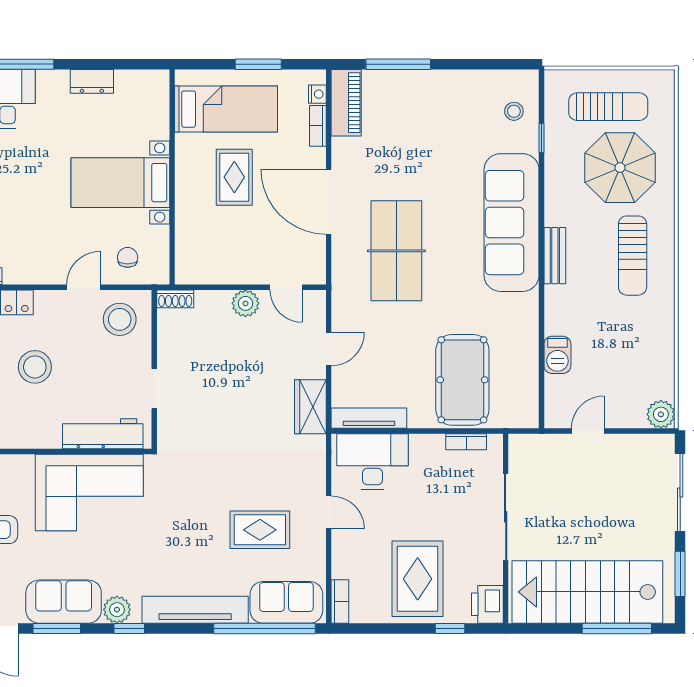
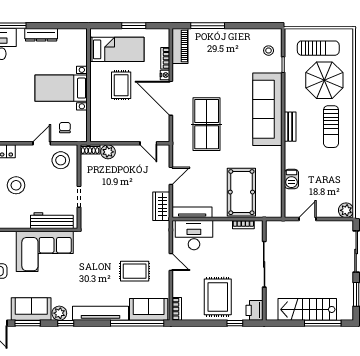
dresser: (92, 81) -> (41, 35), width x1.44
nightstand: (317, 94) -> (165, 75), moved
plant: (245, 303) -> (108, 152), moved
stairs: (587, 592) -> (307, 309), width x0.73, depth x0.66

